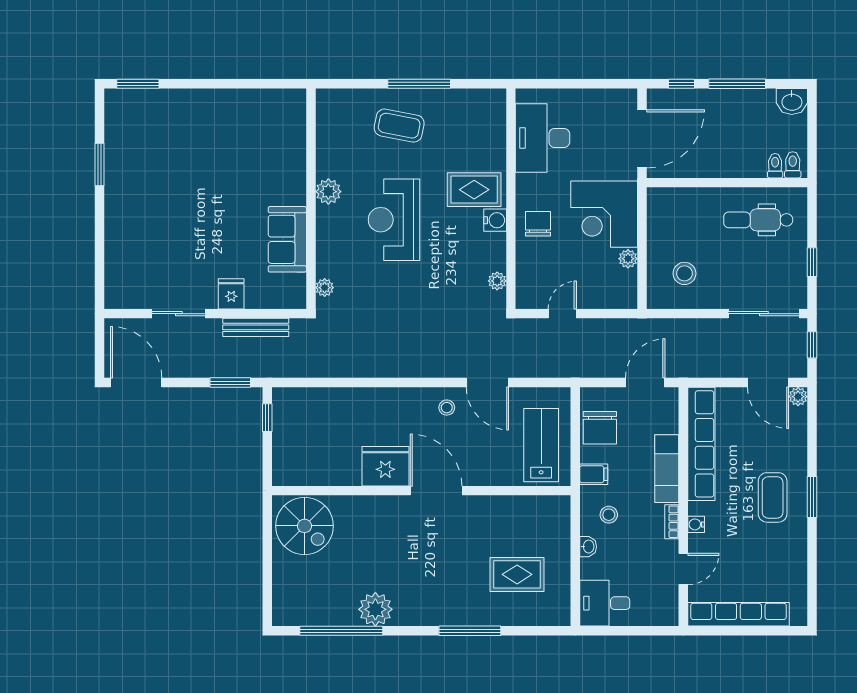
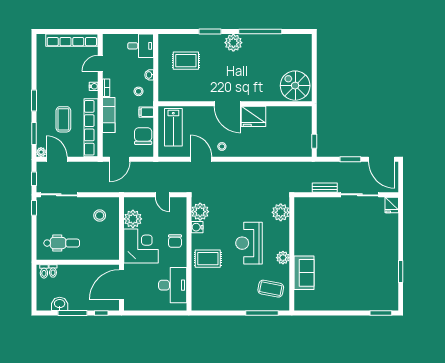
window: (419, 84) -> (262, 313), moved
washbasin: (792, 101) -> (60, 304), moved
coffee table: (399, 126) -> (271, 289), moved
reception desk: (394, 220) -> (249, 243), turned 180
water cooler: (495, 220) -> (197, 227), moved
sofa: (287, 239) -> (304, 273), moved
plant: (628, 259) -> (133, 219), width x1.87, depth x1.87
window: (812, 262) -> (34, 208), moved
plant: (497, 281) -> (200, 212), width x1.88, depth x1.88
plant: (325, 288) -> (281, 212), width x1.88, depth x1.88
fridge: (231, 294) -> (392, 205), moved
sliding door: (179, 314) -> (360, 195), width x1.37
door: (562, 314) -> (163, 195), hinge flipped
bench: (256, 327) -> (325, 188), width x0.73
window: (230, 383) -> (350, 159), moved
window: (812, 433) -> (34, 134), added
coffee table: (773, 497) -> (63, 119), moved
plant: (375, 609) -> (233, 43), moved
window: (341, 631) -> (260, 32), moved
window: (470, 631) -> (210, 32), width x0.69

